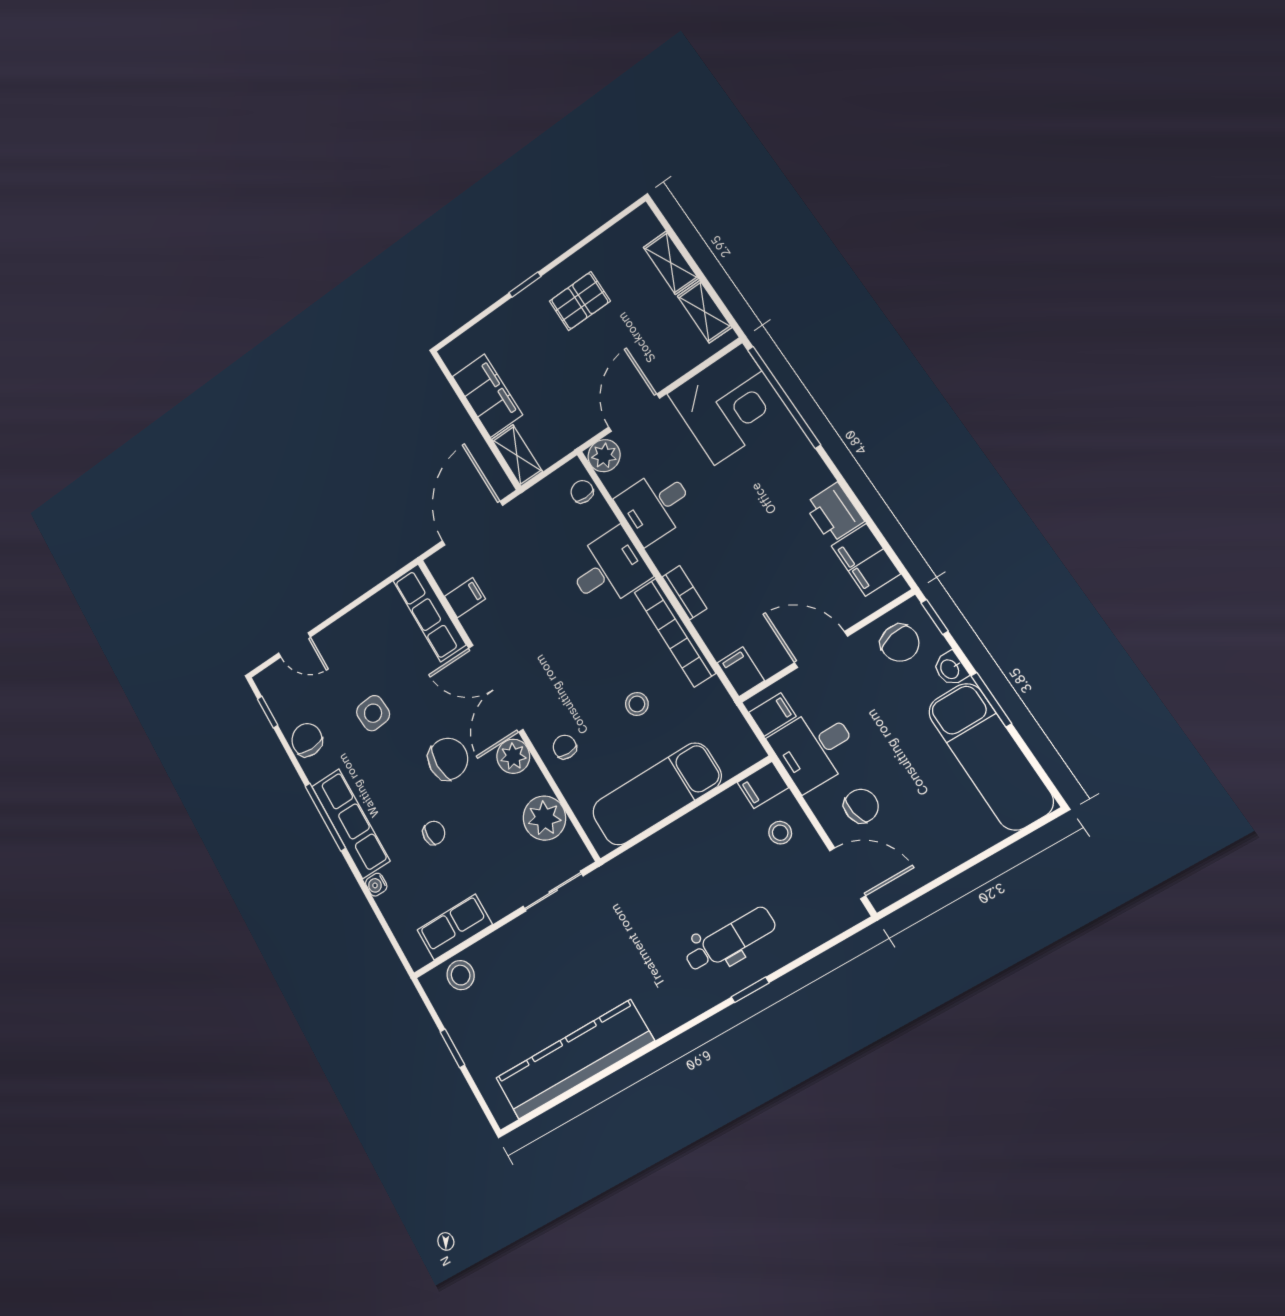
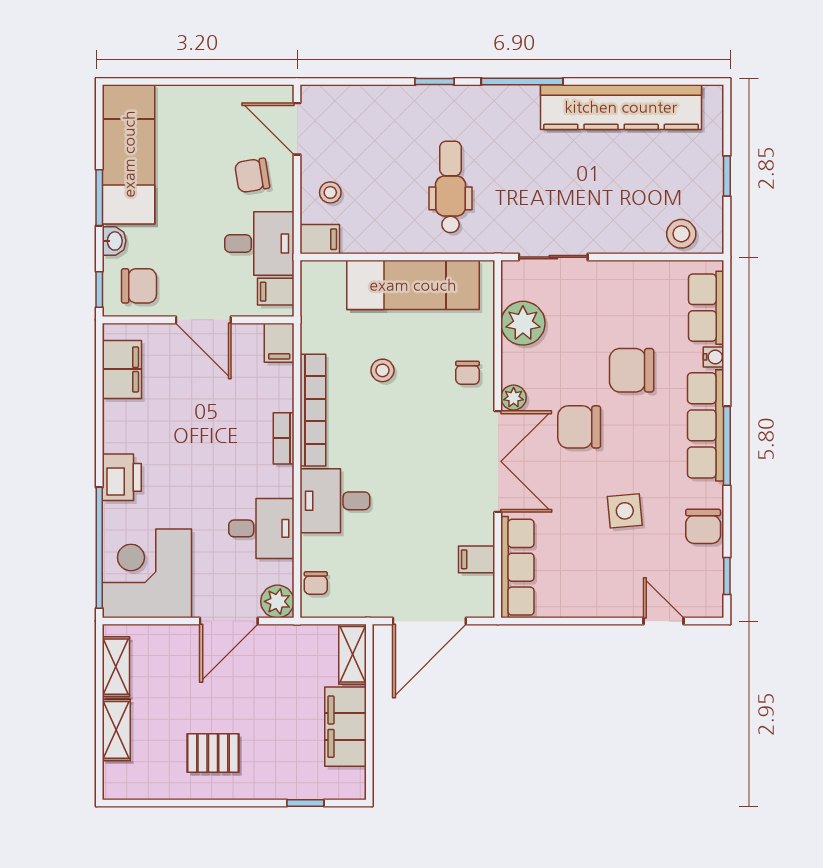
window: (525, 285) -> (305, 803), moved
printer: (834, 513) -> (122, 477), moved
chair: (900, 643) -> (139, 286), turned 102
plant: (513, 756) -> (514, 398), width x0.73, depth x0.73
chair: (434, 833) -> (632, 370), width x1.87, depth x1.87
row of seats: (455, 927) -> (706, 308), moved, turned 90
dental chair: (730, 940) -> (451, 187), moved, turned 90
window: (673, 1034) -> (522, 81), added

